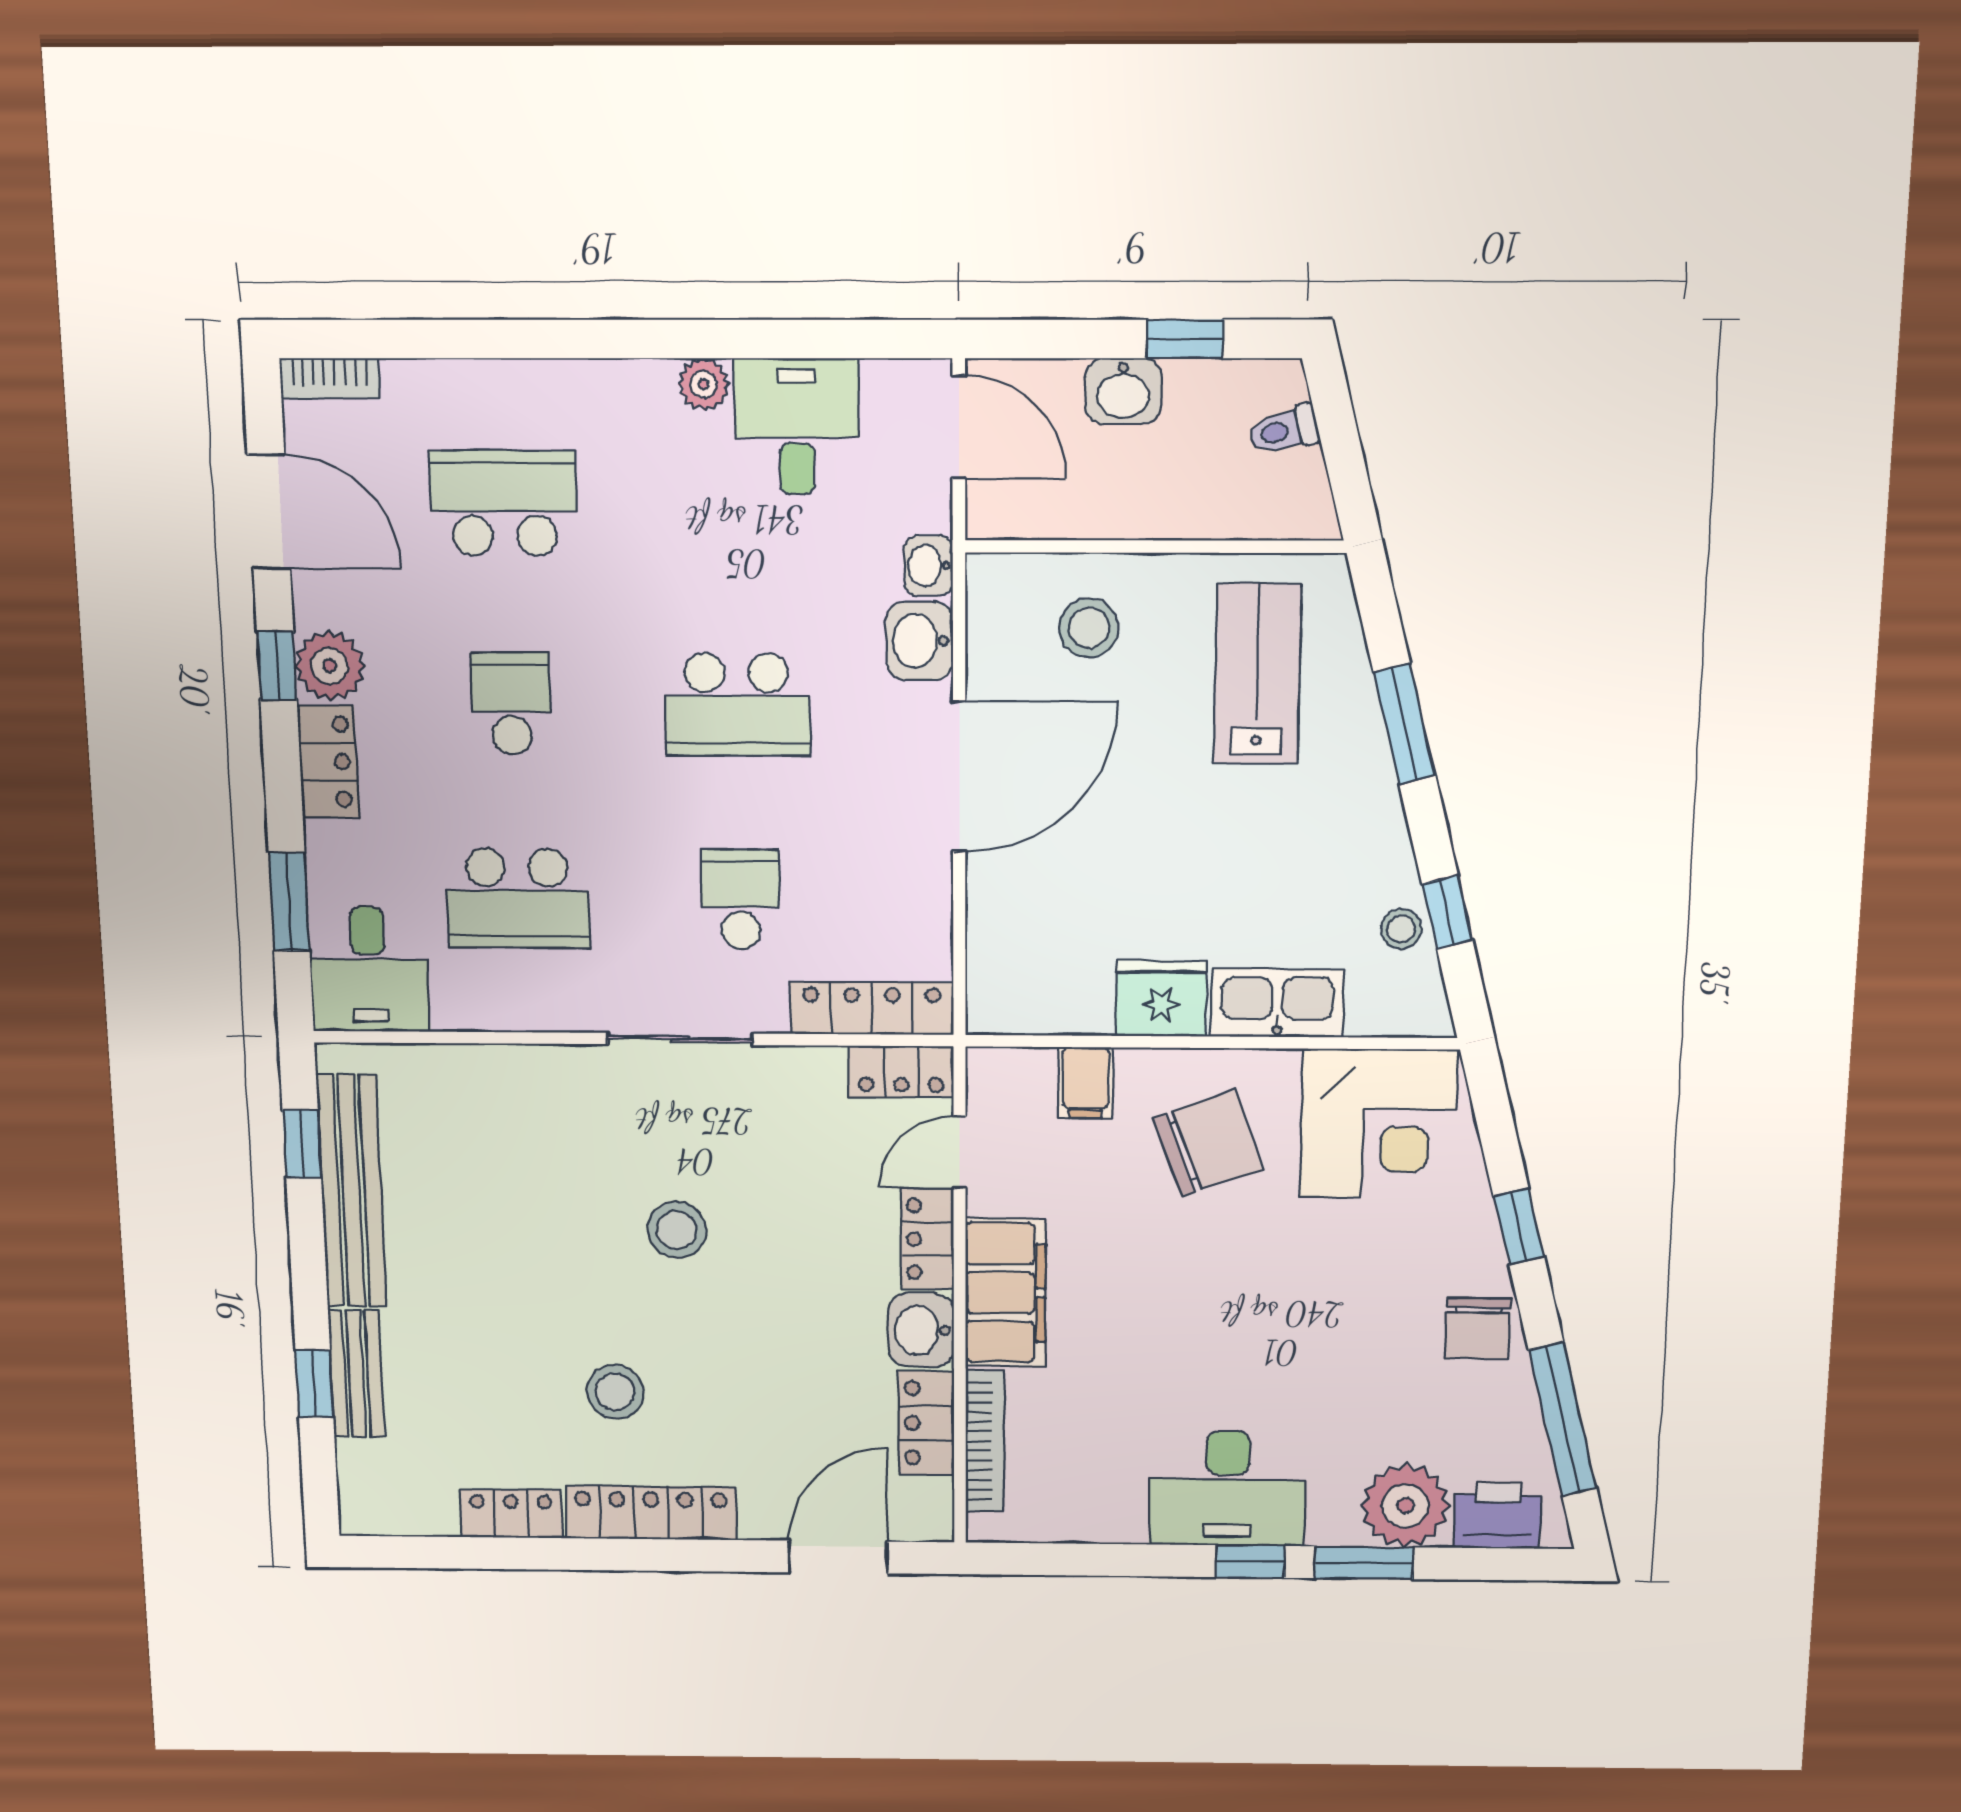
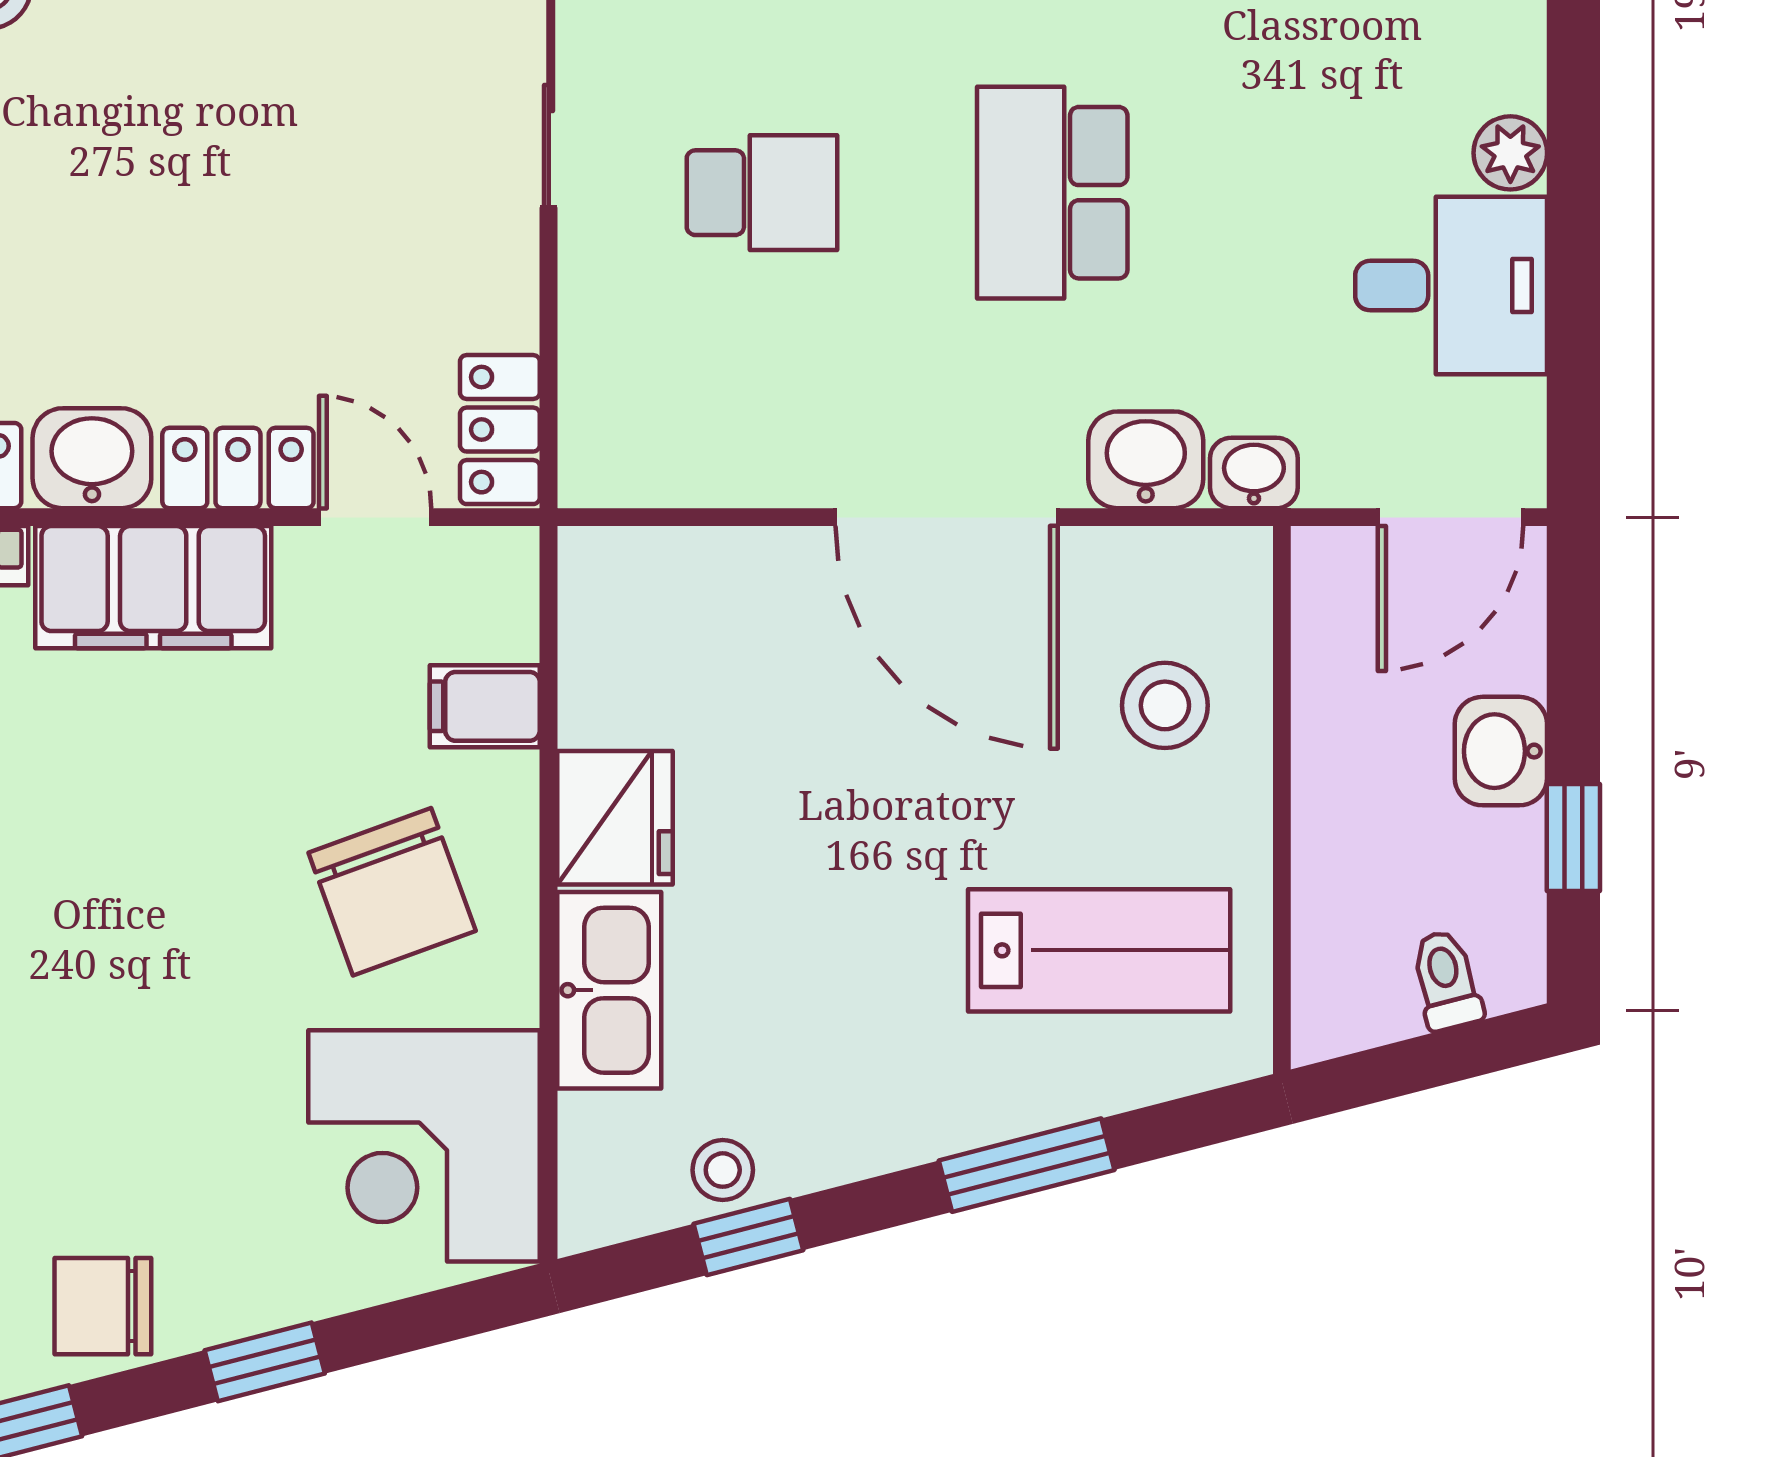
locker: (872, 1008) -> (598, 387), removed
stool: (677, 1230) -> (249, 86), removed

